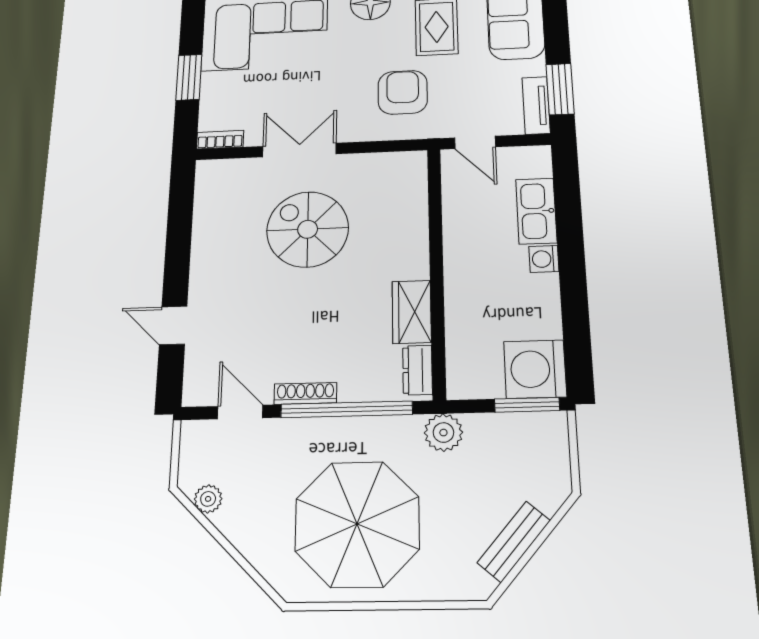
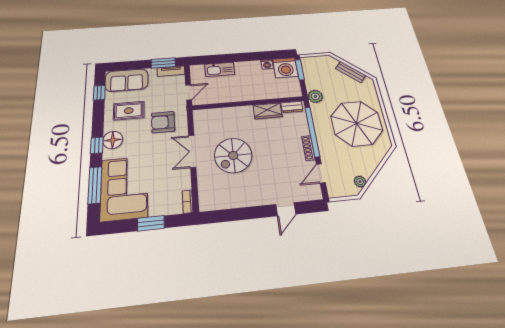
double door: (299, 150) -> (192, 151), moved
washing machine: (544, 259) -> (267, 64), moved

